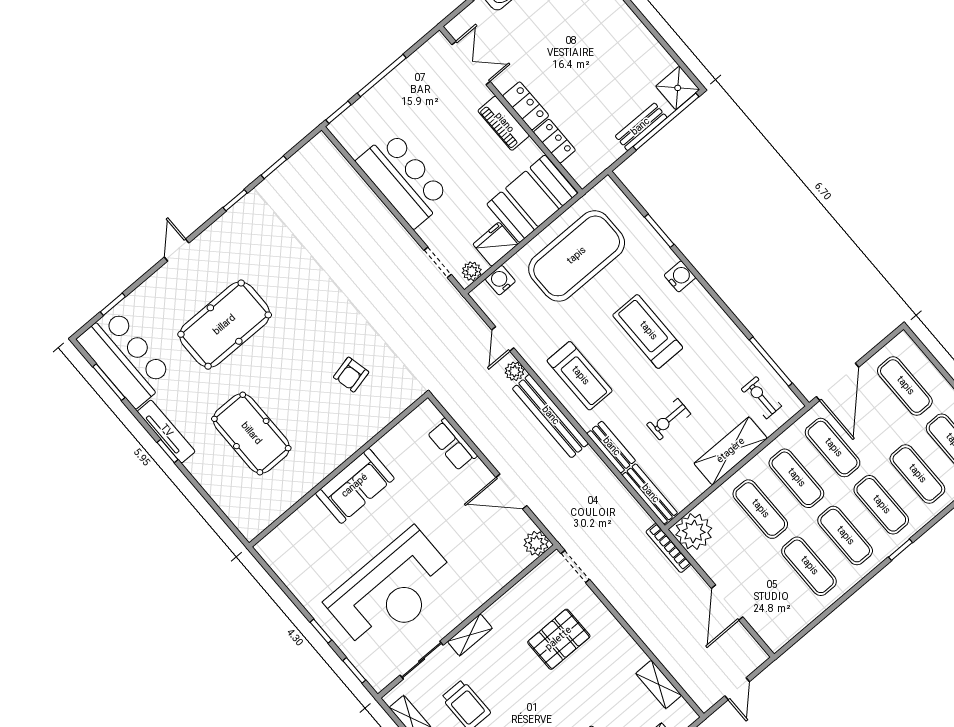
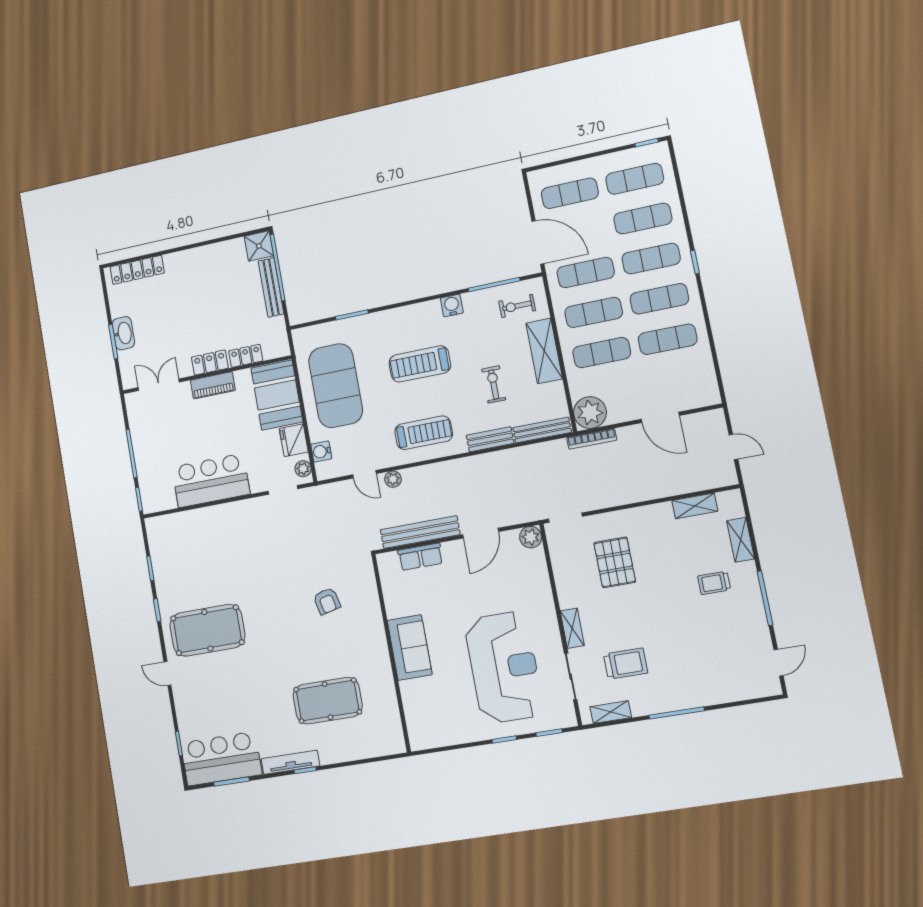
bench: (641, 127) -> (271, 287), width x1.36
water cooler: (680, 276) -> (452, 305), moved
pool table: (225, 325) -> (207, 630), moved, turned 90
bench: (550, 416) -> (420, 532), moved
exercise bike: (669, 419) -> (494, 384), turned 180

